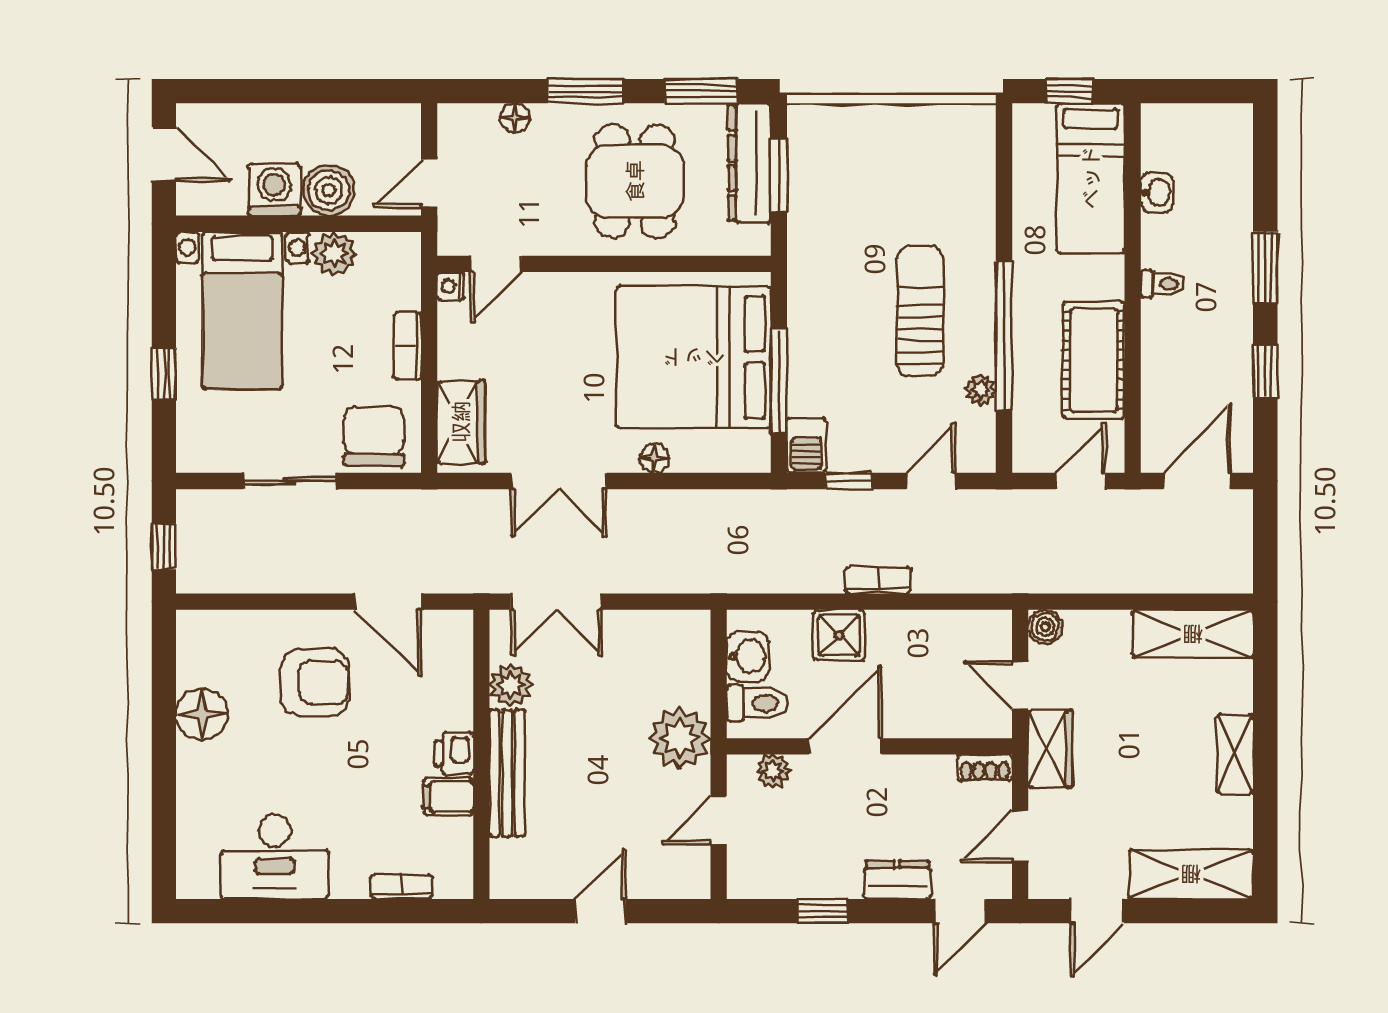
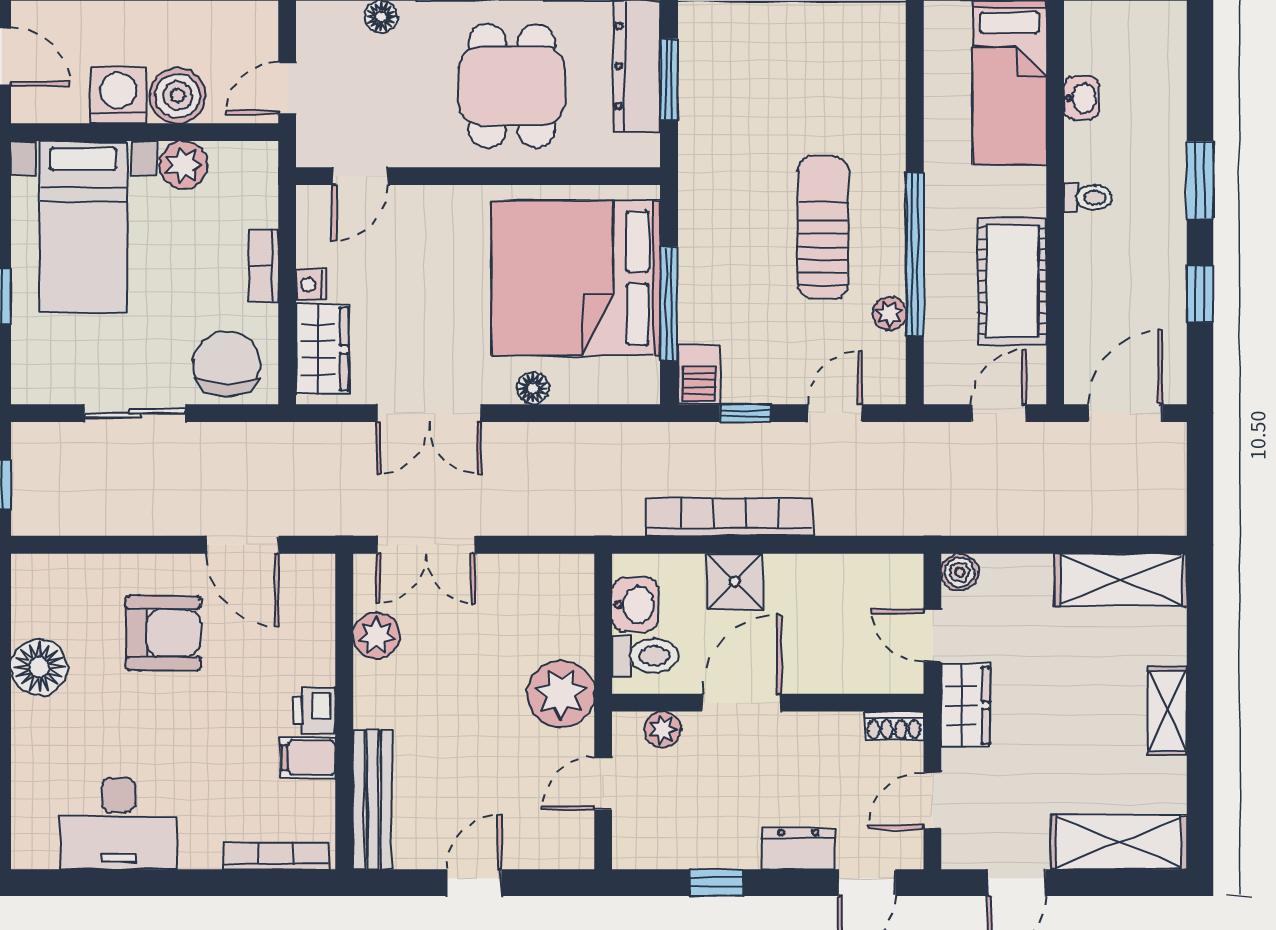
nightstand: (451, 286) -> (311, 285), moved
bookcase: (878, 580) -> (730, 517), width x2.31, depth x1.31
bench: (507, 773) -> (373, 800), moved
bookcase: (402, 887) -> (276, 856), width x1.56

